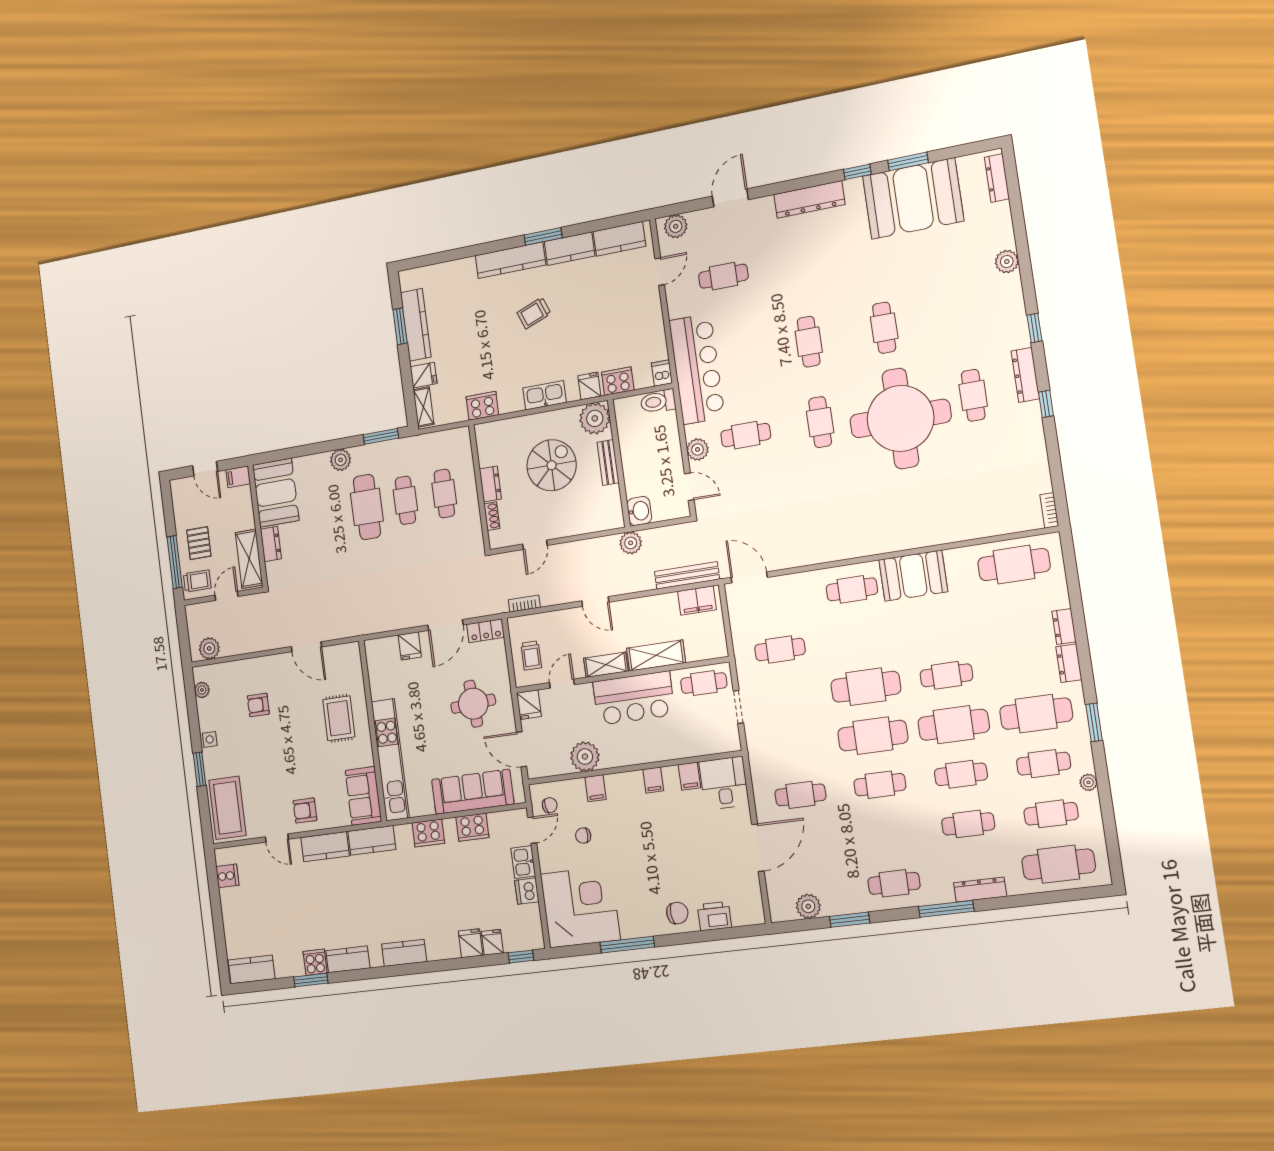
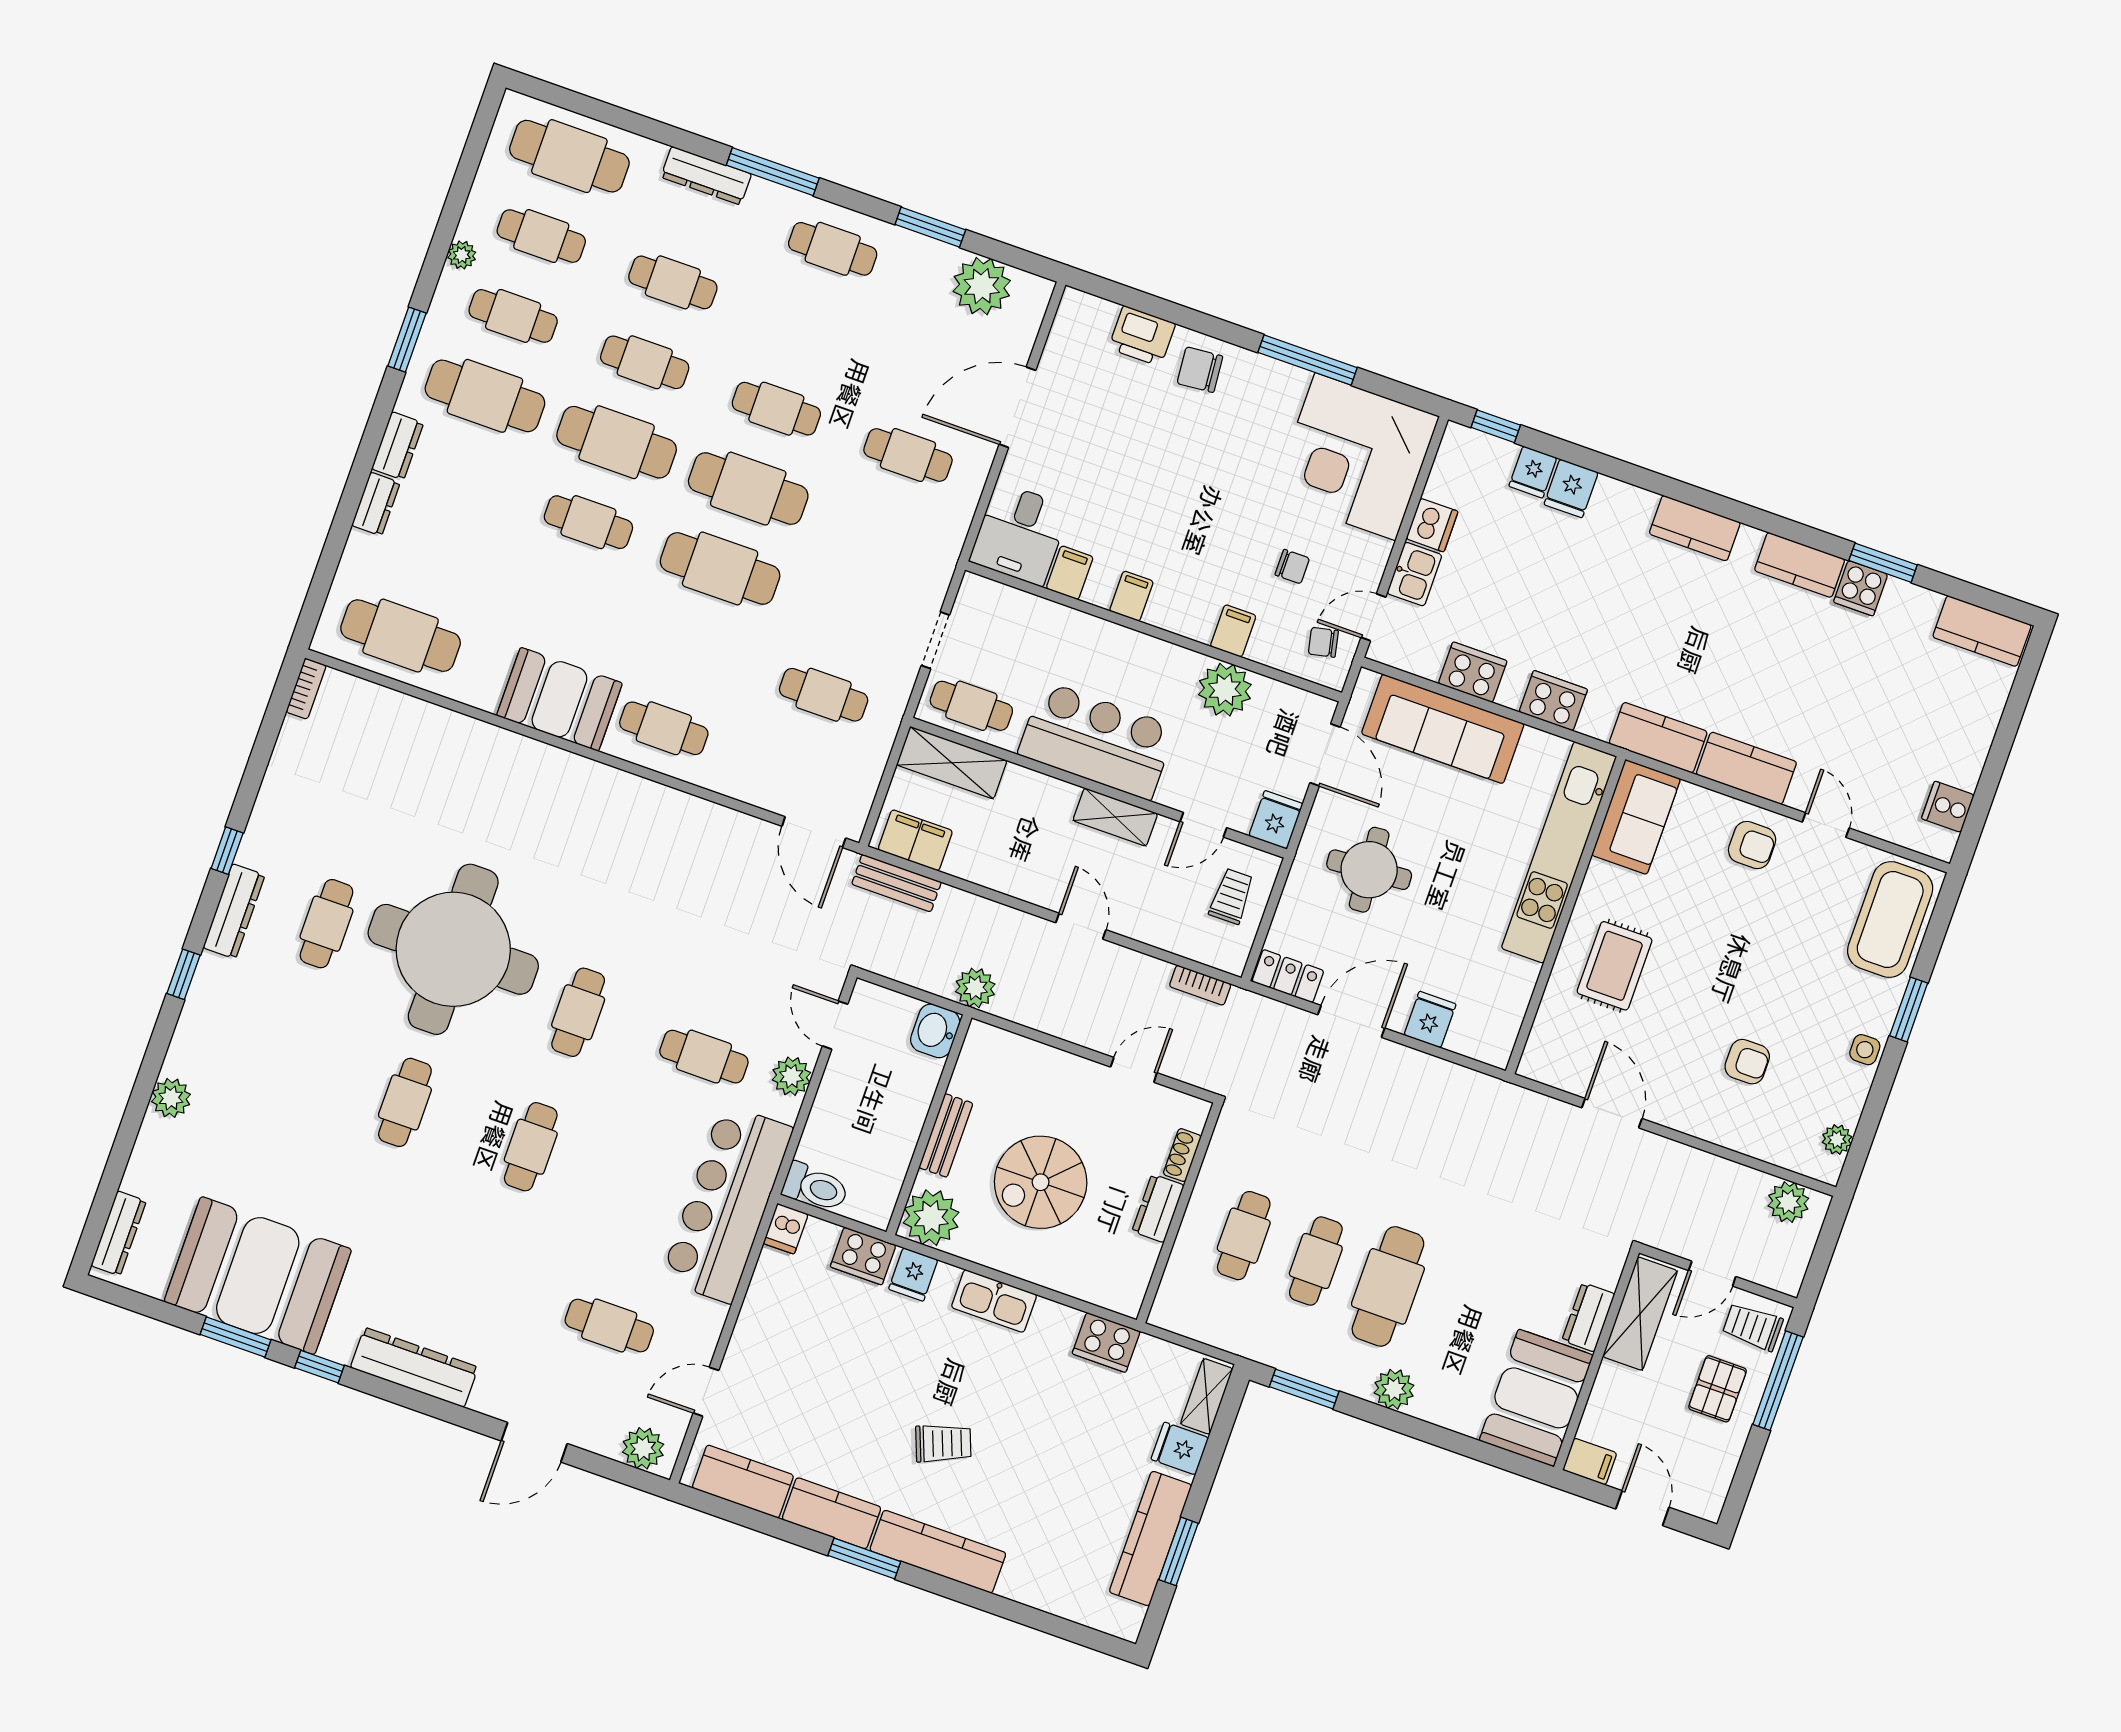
bench: (687, 575) -> (897, 883), width x0.73
shelving: (656, 655) -> (952, 763), moved
plant: (808, 906) -> (982, 286), width x1.36, depth x1.36

